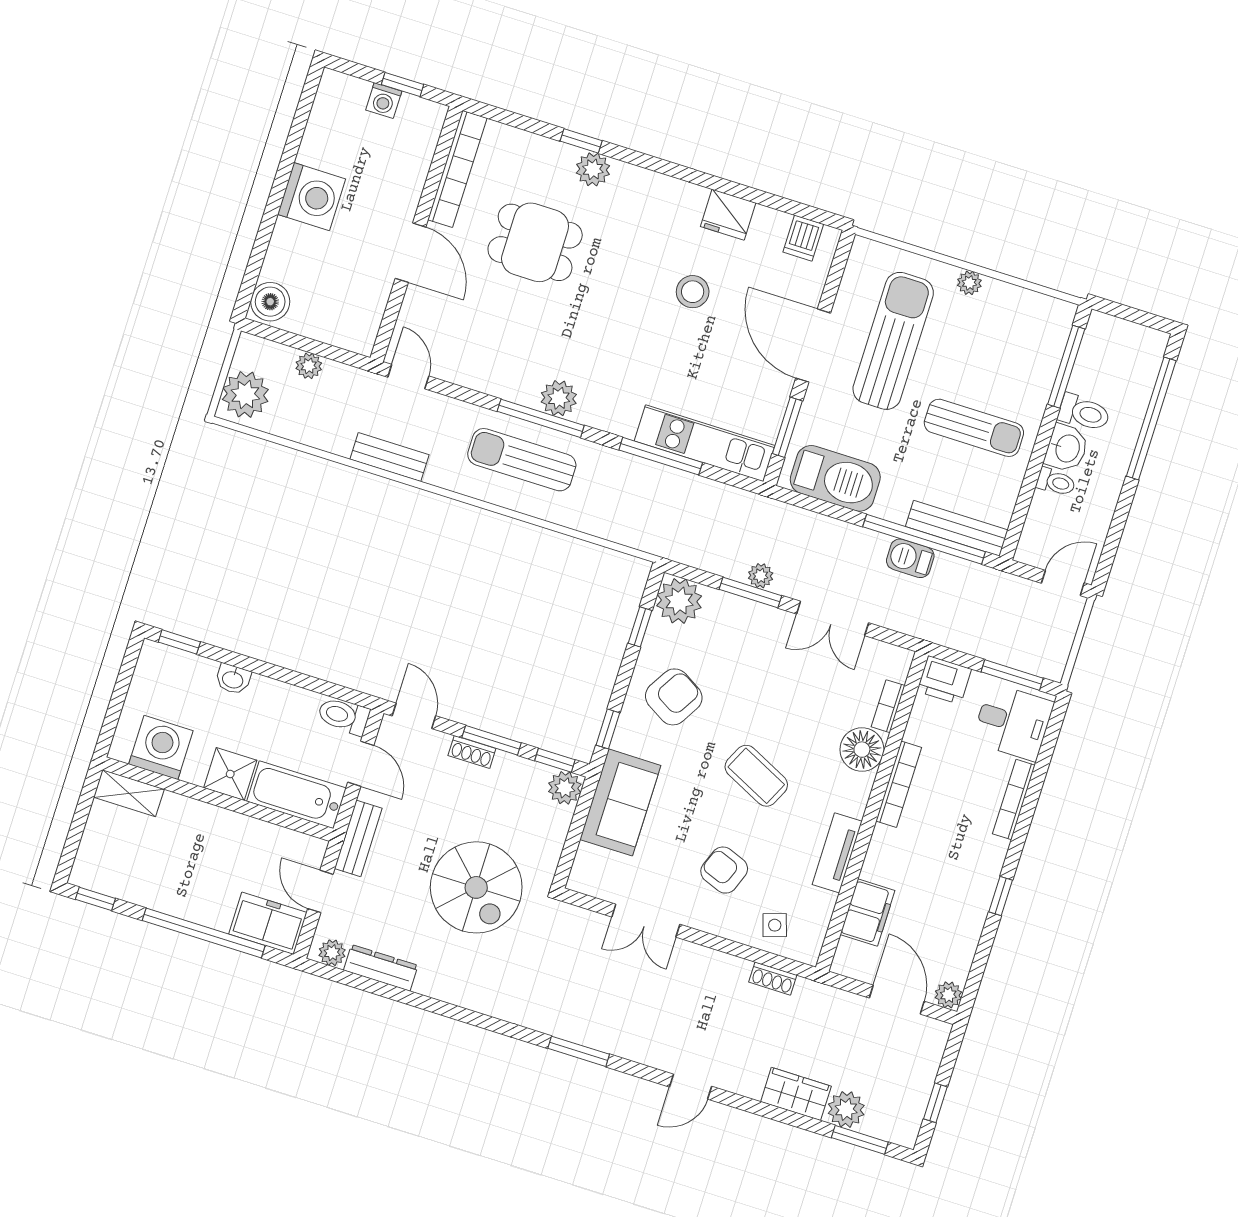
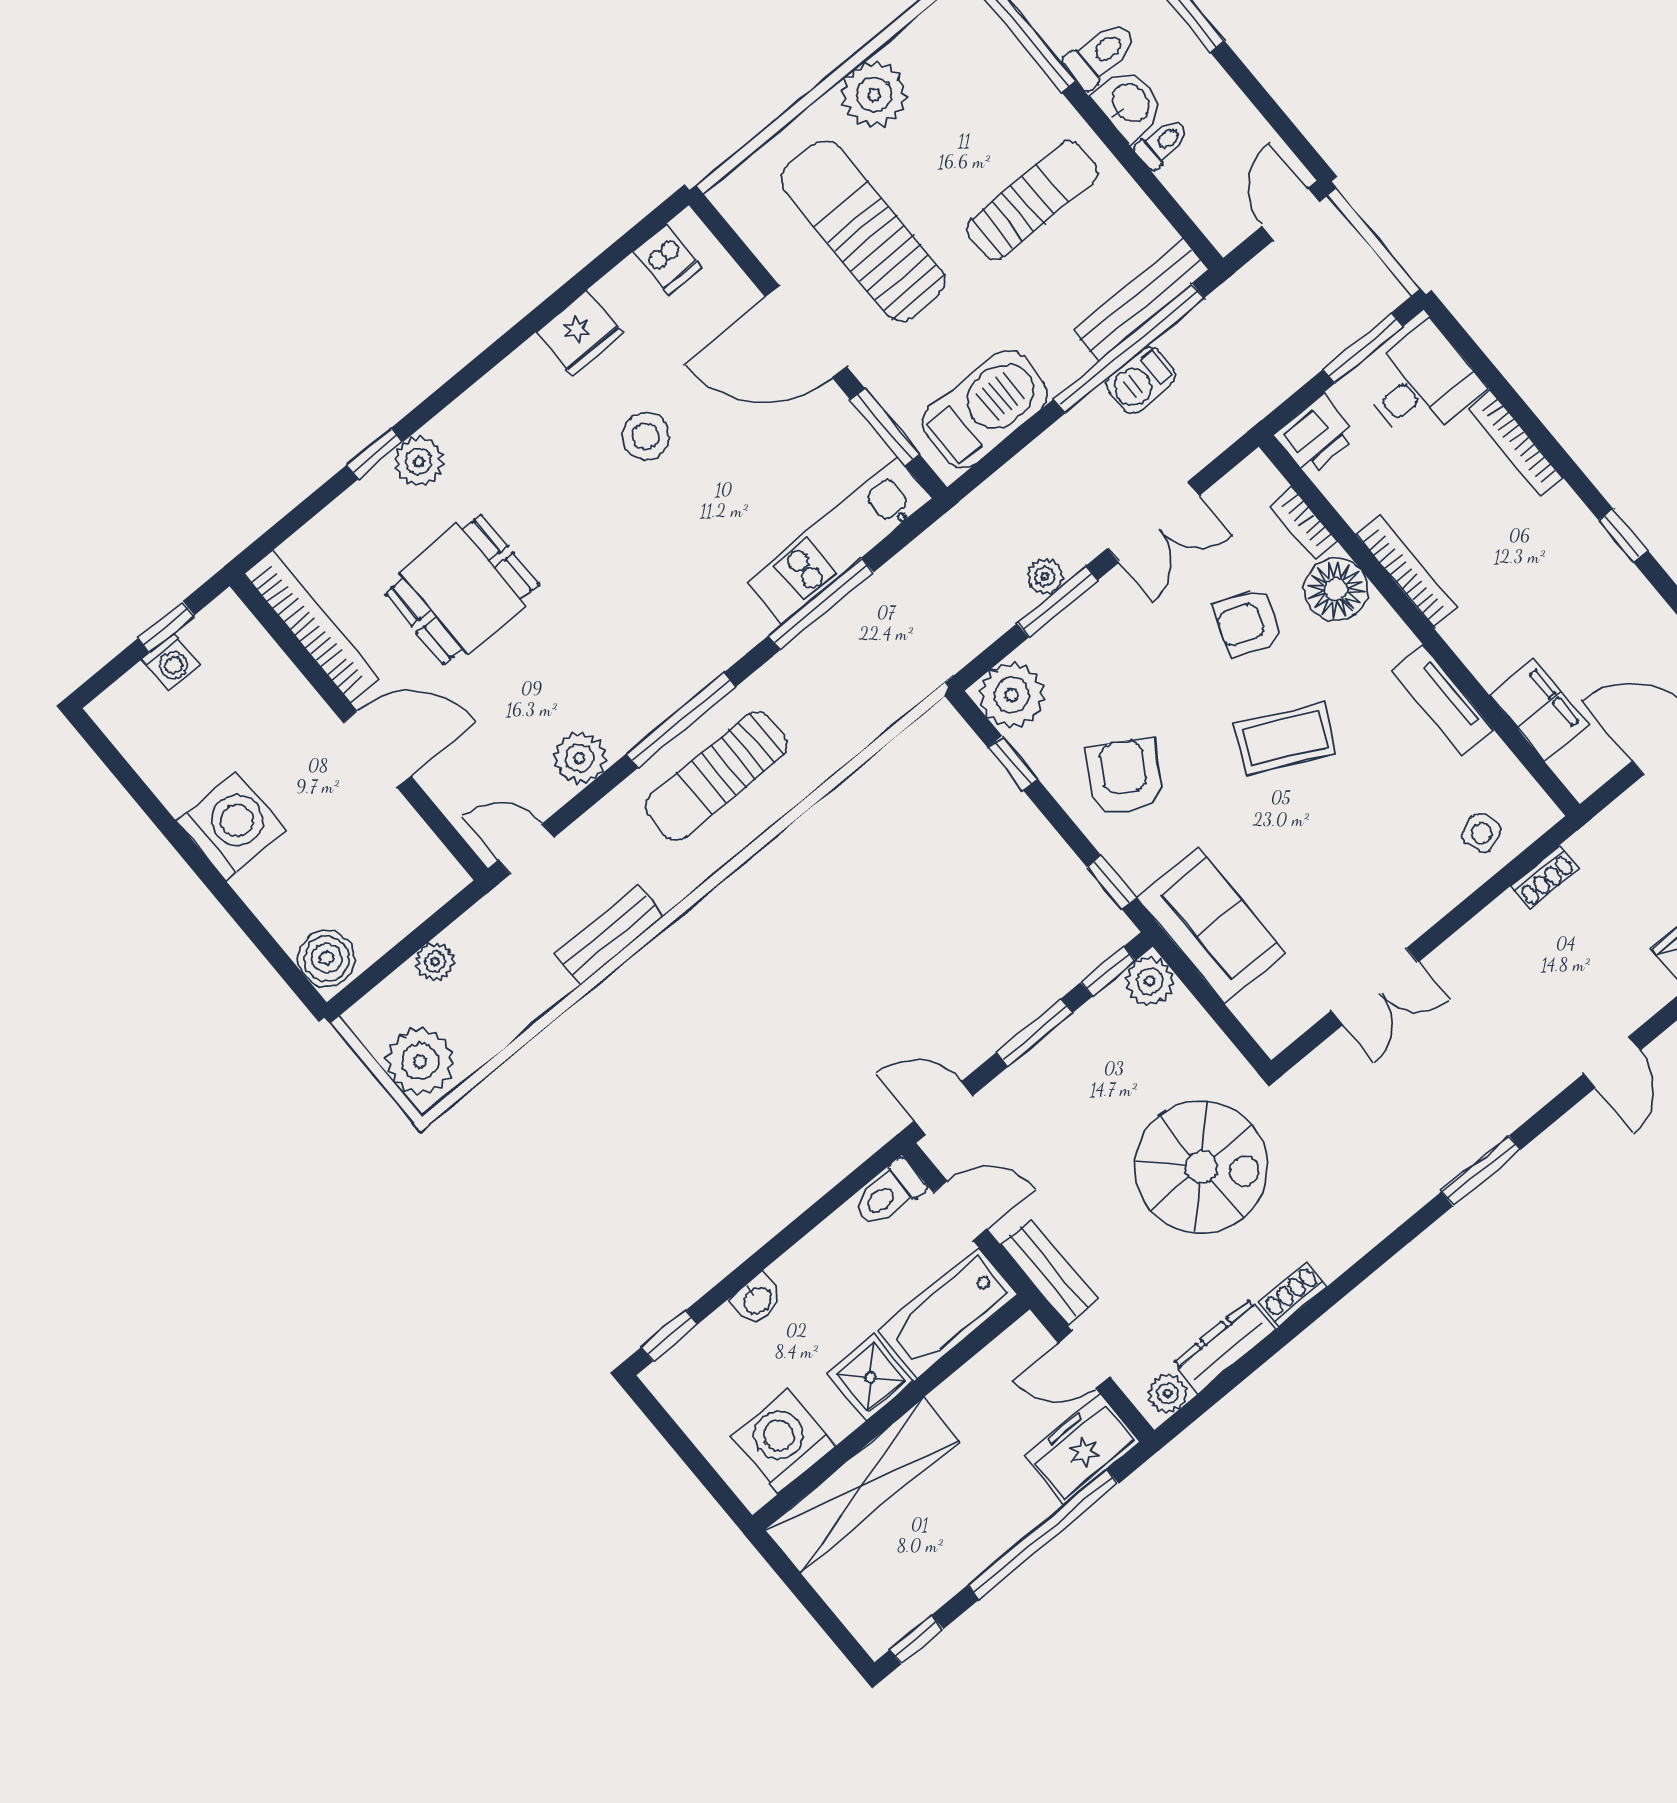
plant: (969, 283) -> (874, 94), width x1.87, depth x1.87
plant: (559, 398) -> (580, 758), moved
shoe rack: (472, 752) -> (1293, 1295), moved, turned 180
shelving: (129, 793) -> (862, 1485), width x2.20, depth x1.33
armchair: (724, 870) -> (1249, 623), moved

